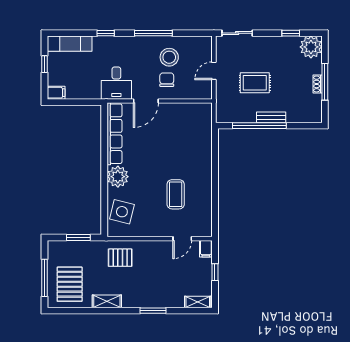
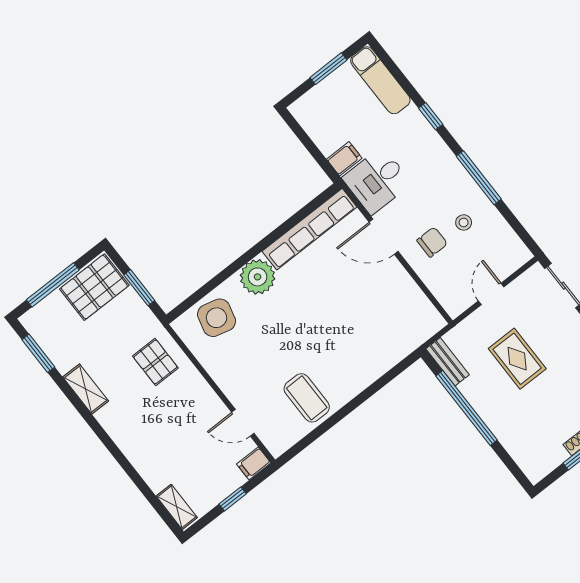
stool: (169, 57) -> (464, 222), width x0.53, depth x0.53
window: (44, 64) -> (328, 69), width x1.50
door: (214, 71) -> (491, 294), hinge flipped
filing cabinet: (56, 93) -> (344, 159), moved, turned -90
bench: (271, 117) -> (448, 362), moved
coffee table: (176, 194) -> (307, 398), moved, turned 90
pallet: (70, 284) -> (94, 287), moved
window: (153, 311) -> (38, 353), moved

